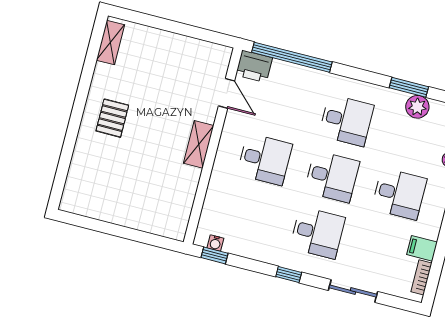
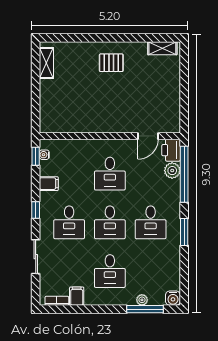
window: (409, 87) -> (184, 232), moved
plant: (417, 107) -> (172, 171), moved
shelving: (199, 144) -> (46, 63), moved, turned 90
filing cabinet: (257, 247) -> (49, 184), added

